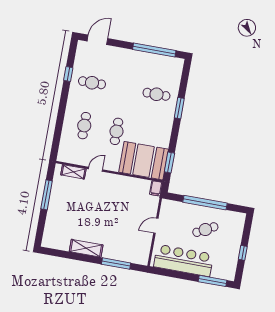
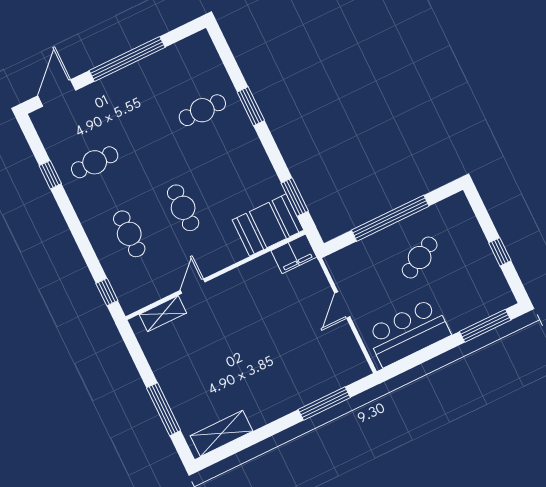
window: (154, 50) -> (127, 59), moved
window: (56, 144) -> (107, 292), added
booth: (144, 161) -> (268, 225), width x0.73, depth x0.70
filing cabinet: (156, 188) -> (294, 254), width x2.00
window: (47, 195) -> (164, 409), moved
shelving: (86, 248) -> (222, 433), moved
bar counter: (184, 260) -> (408, 333), width x0.73

